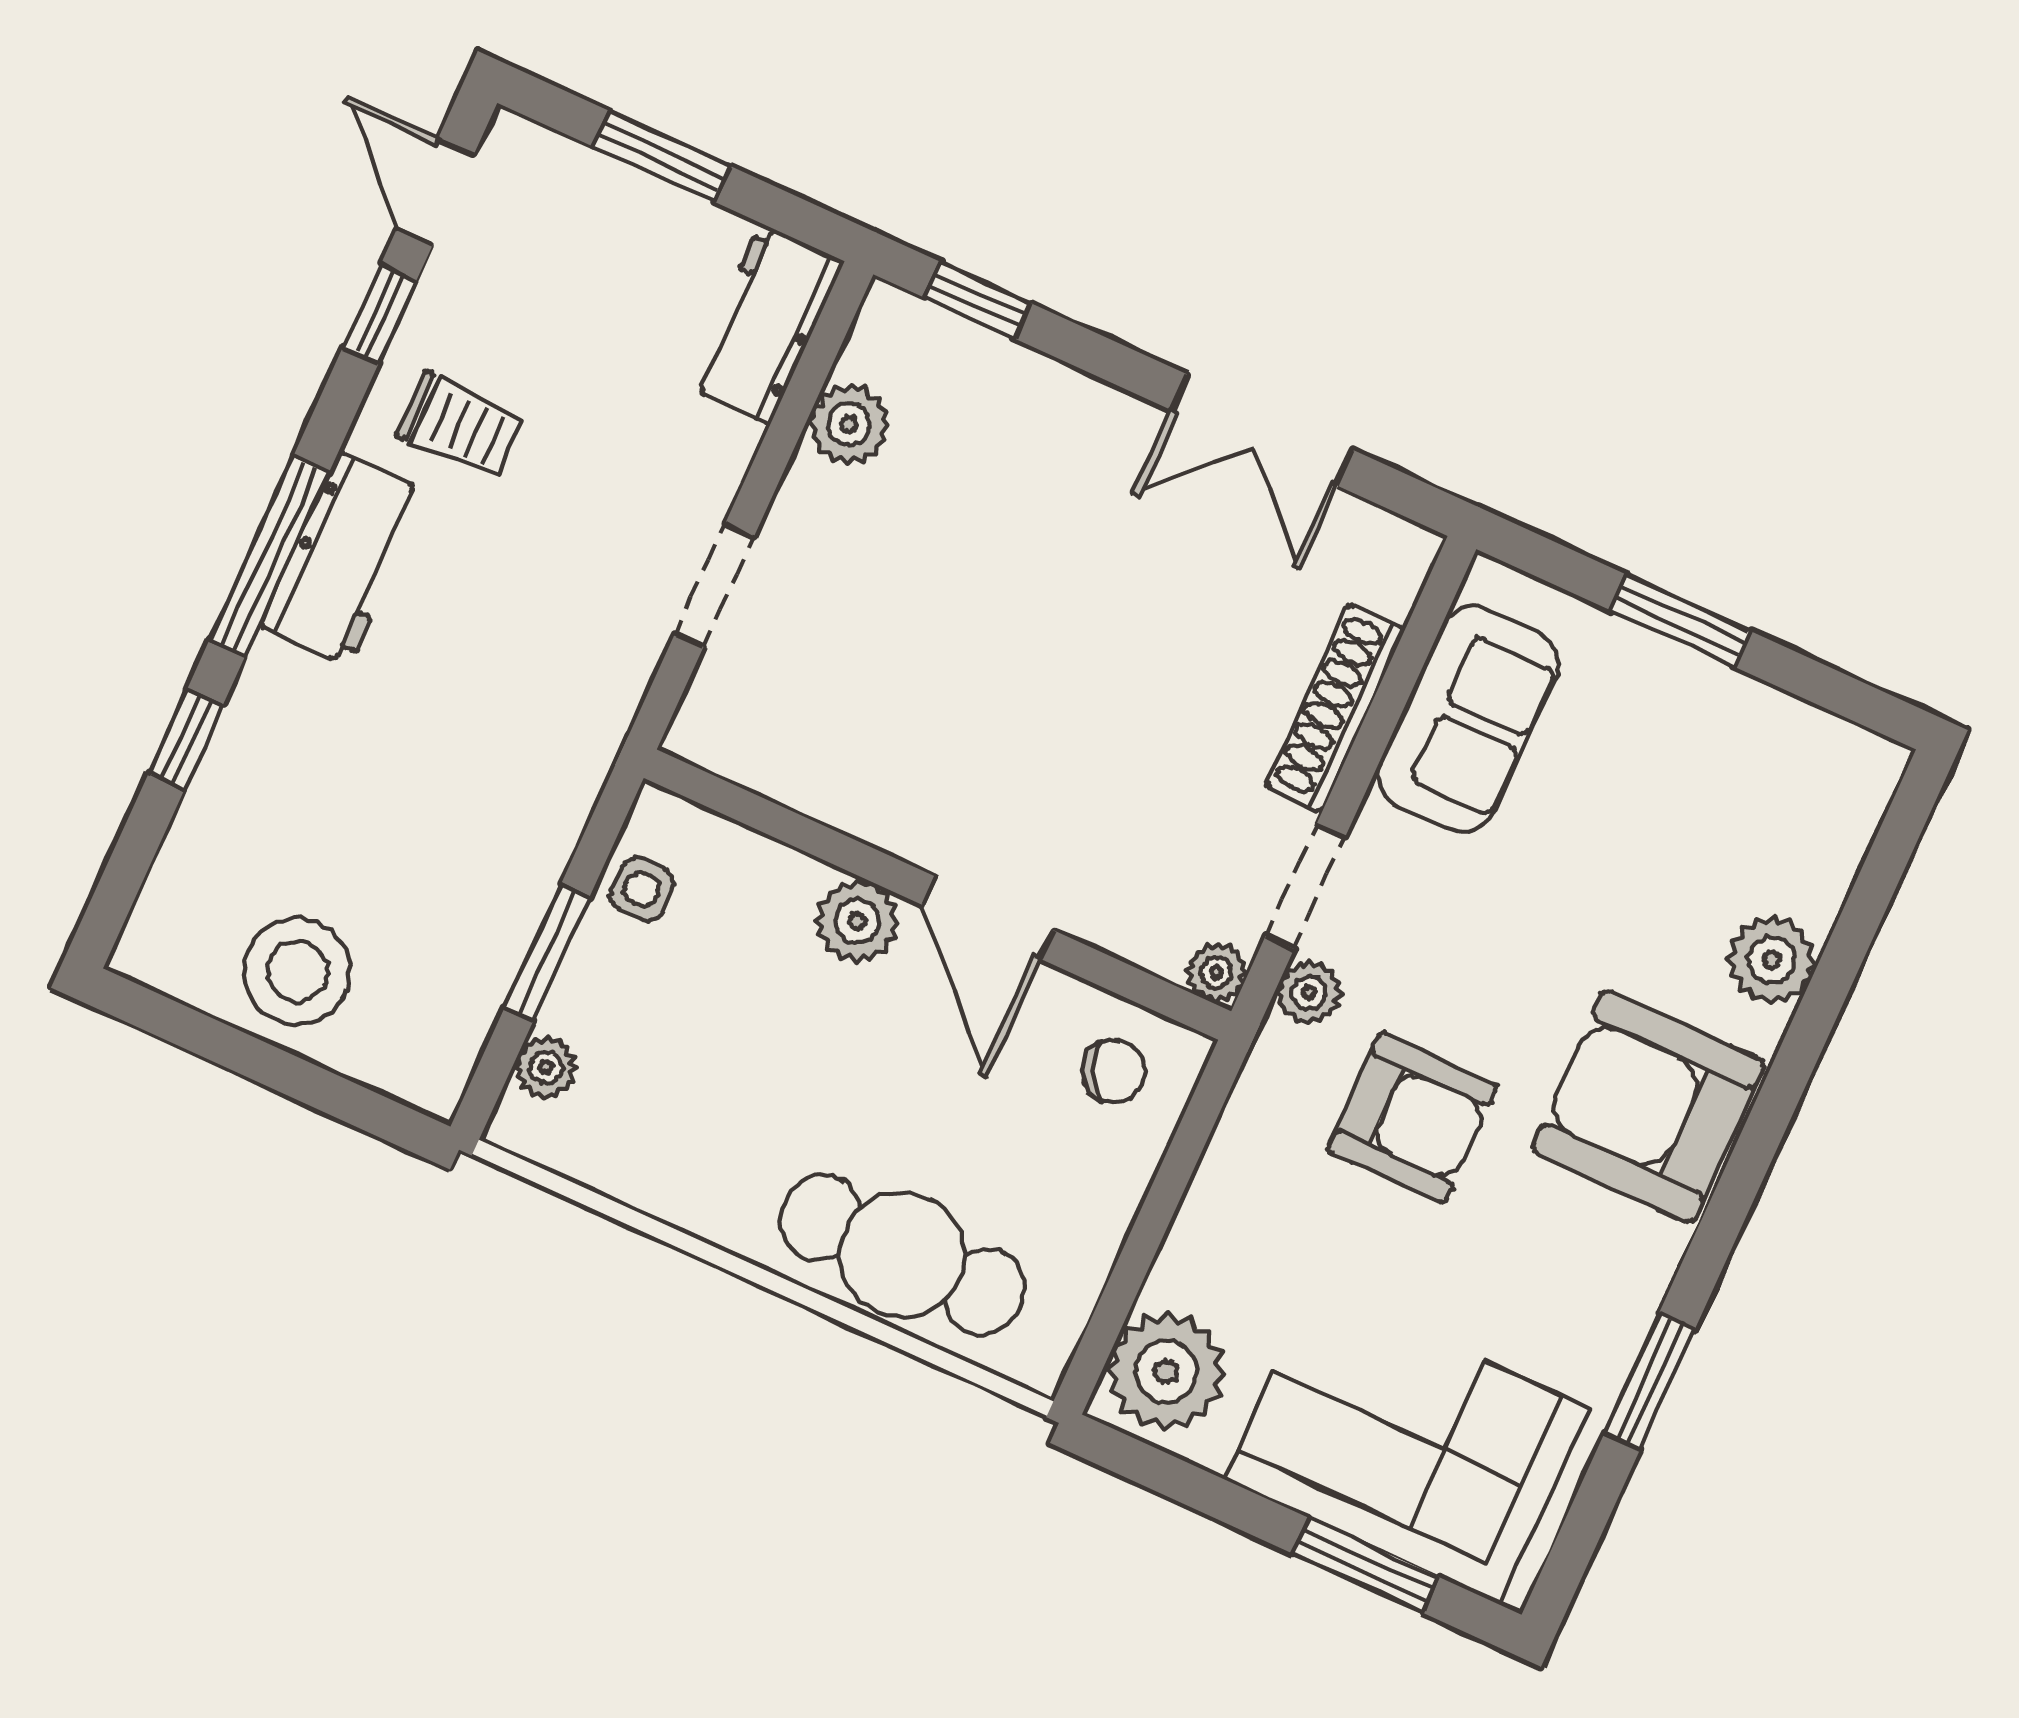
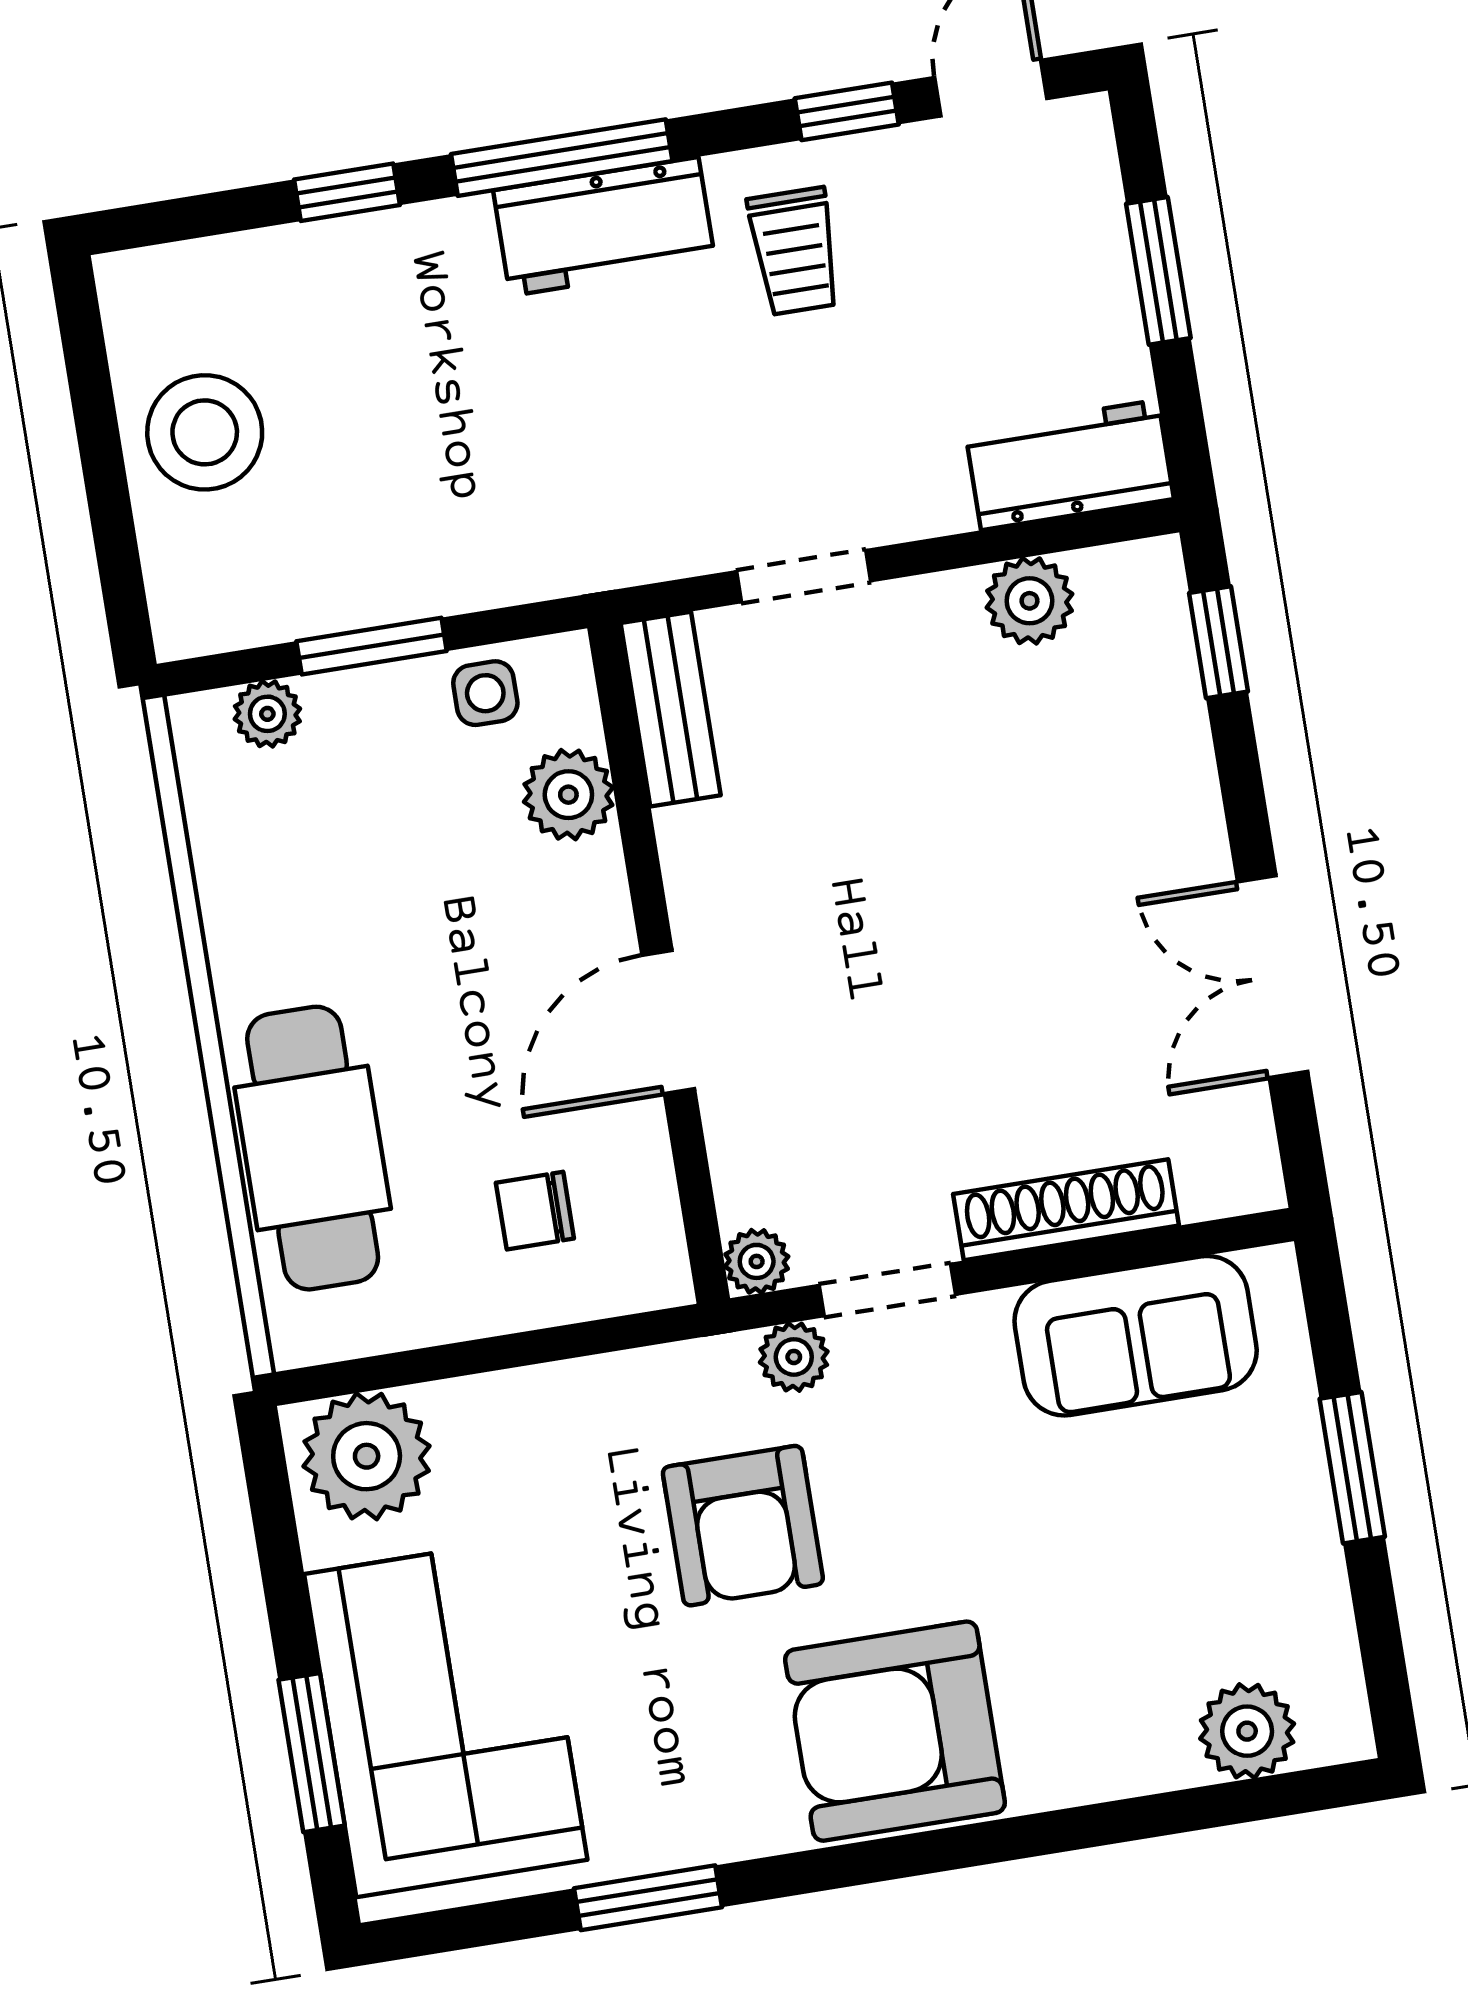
bench: (748, 755) -> (671, 709), added
plant: (857, 921) -> (568, 795), moved
plant: (1772, 960) -> (1247, 1731), moved
chair: (1114, 1071) -> (535, 1211), moved, turned 115
armchair: (1648, 1106) -> (895, 1731), turned -90

